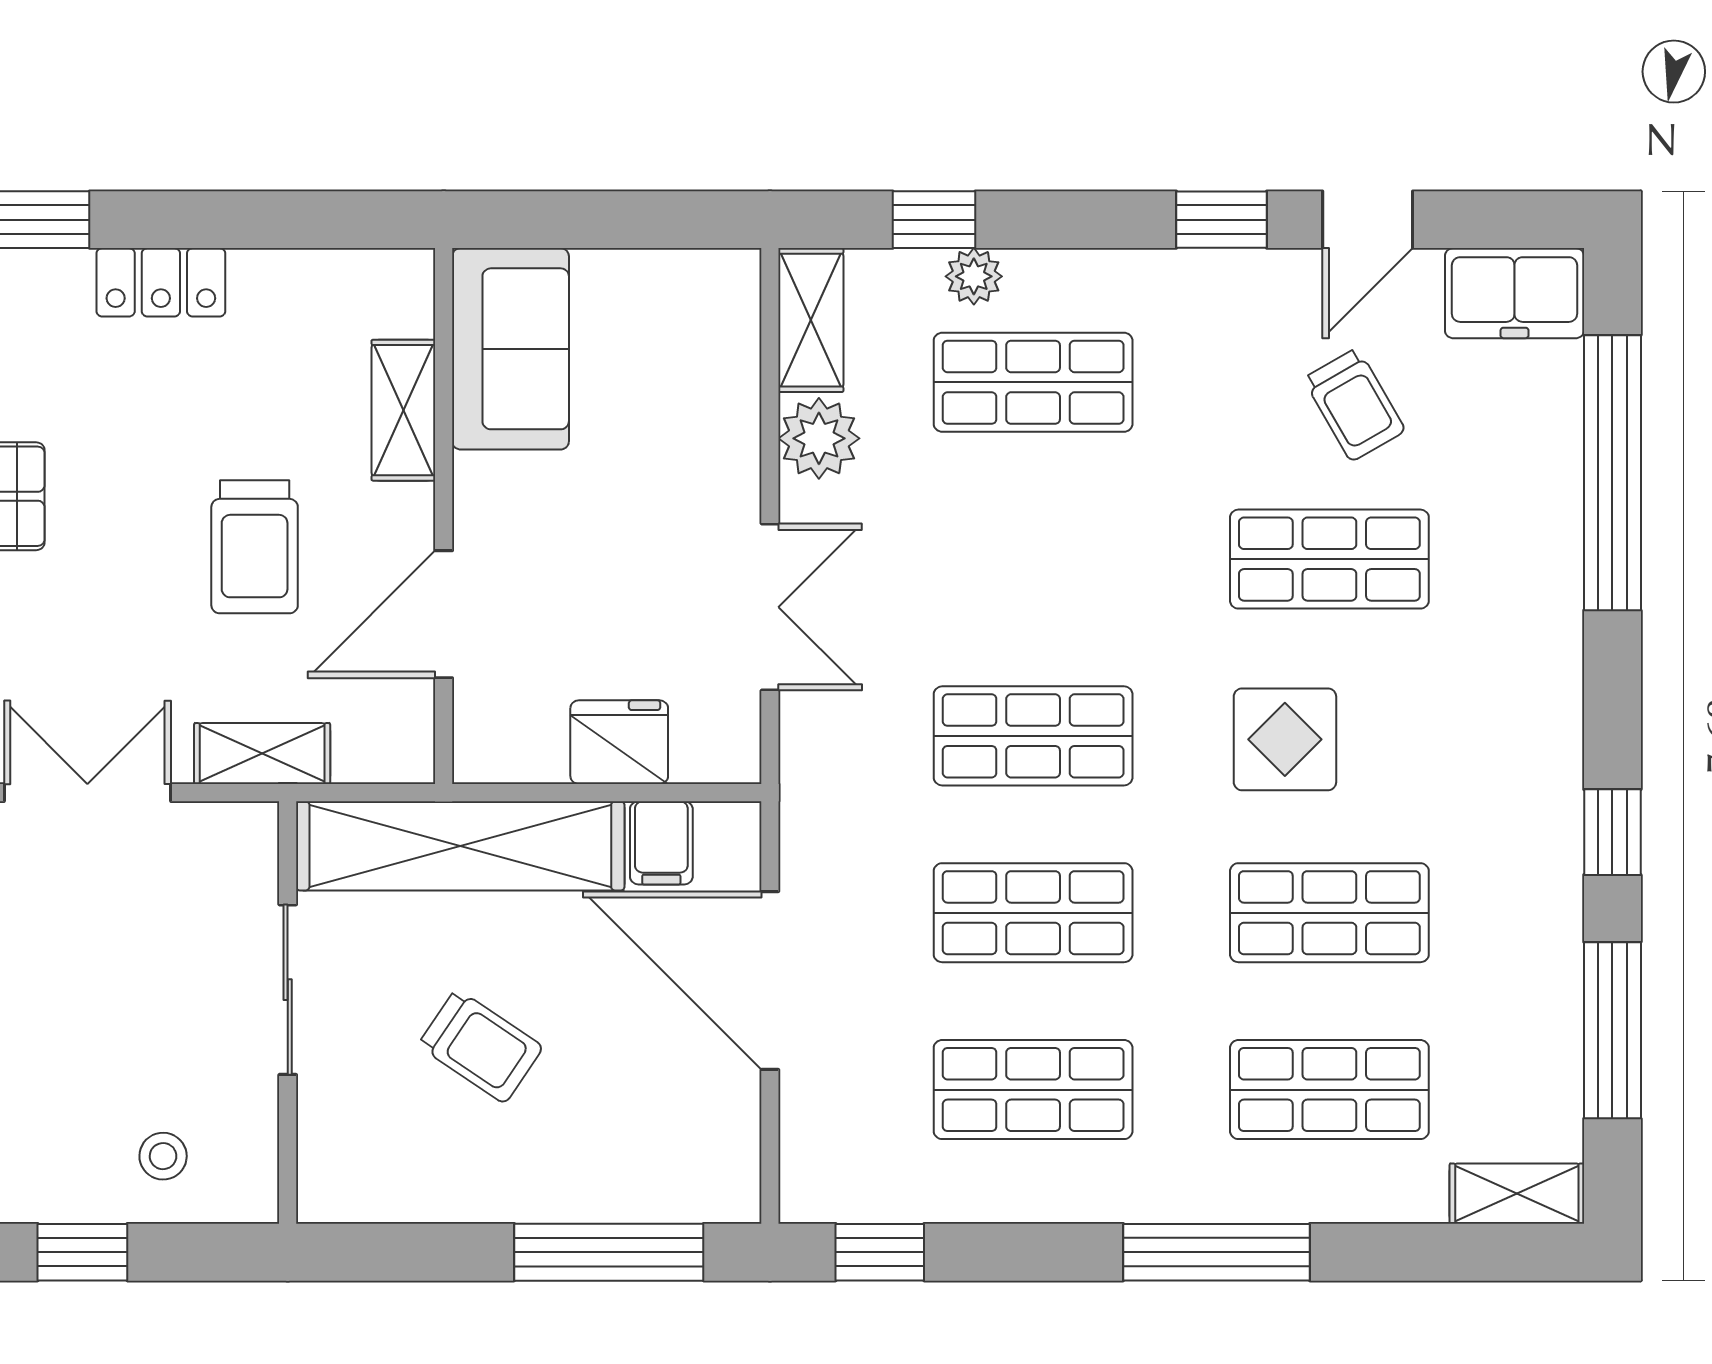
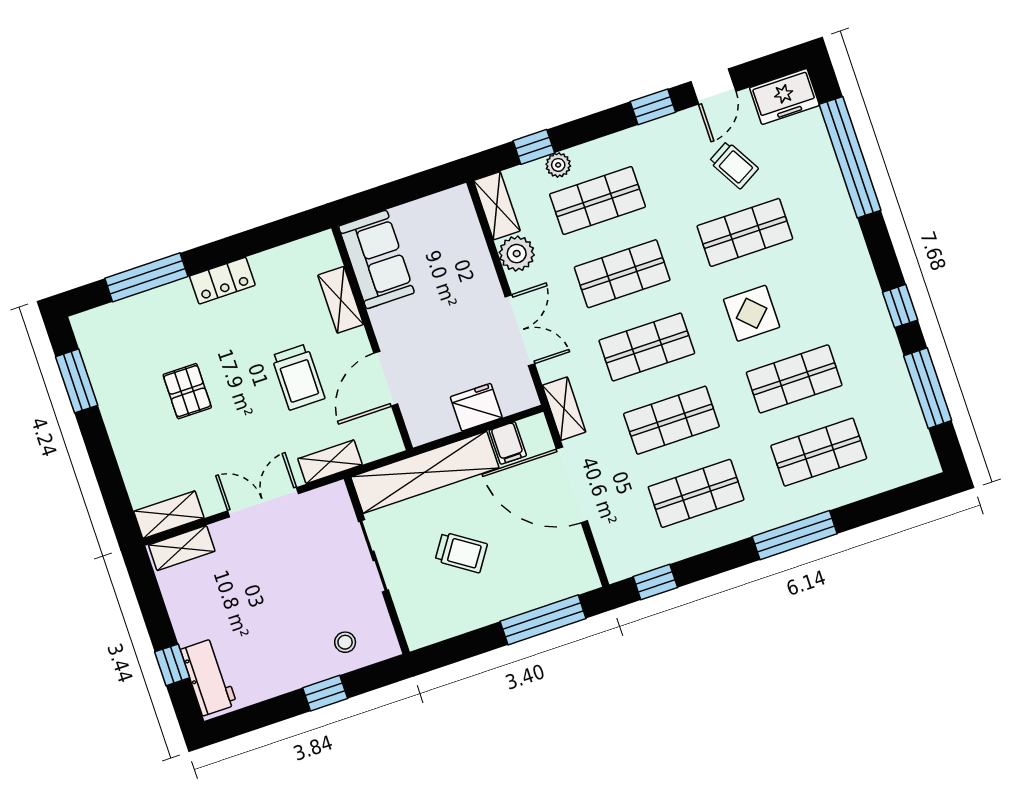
shop shelf: (1033, 559) -> (622, 274), added
shelving: (1517, 1194) -> (564, 409), moved, turned 90

